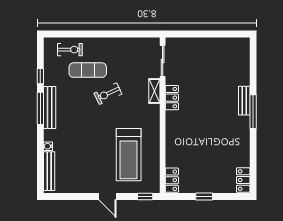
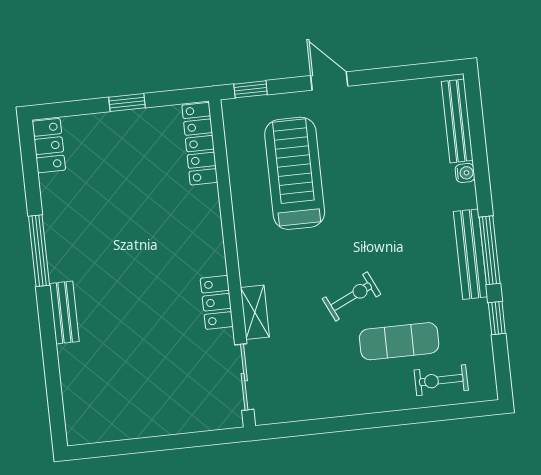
window: (253, 112) -> (39, 251), moved
locker: (172, 180) -> (200, 144), width x1.53

